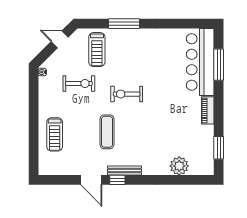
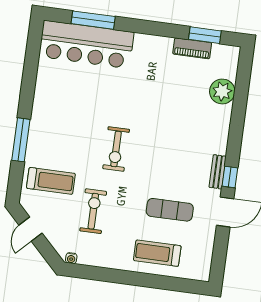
piano: (208, 110) -> (192, 48), moved
exercise mat: (107, 132) -> (170, 210), moved
treadmill: (55, 134) -> (157, 253), turned 180
bench: (124, 171) -> (218, 172), width x0.73

